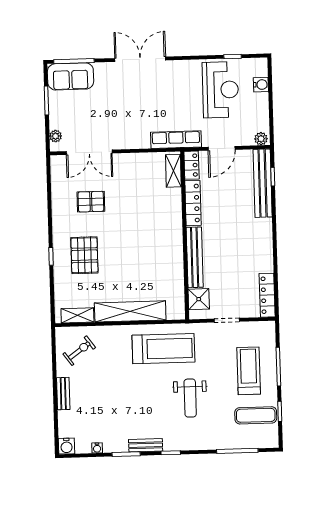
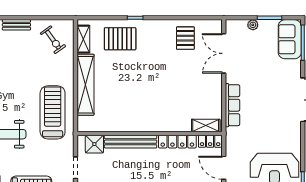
plant: (56, 136) -> (253, 25), moved
row of seats: (176, 140) -> (233, 105), moved
pallet: (91, 202) -> (185, 38), moved
pallet: (84, 255) -> (120, 39), moved
treadmill: (163, 349) -> (53, 112), turned 180

